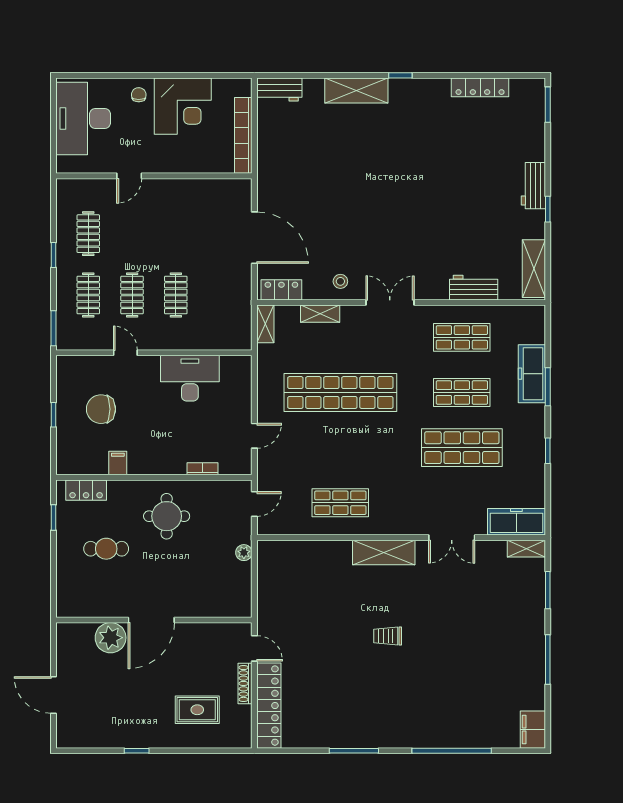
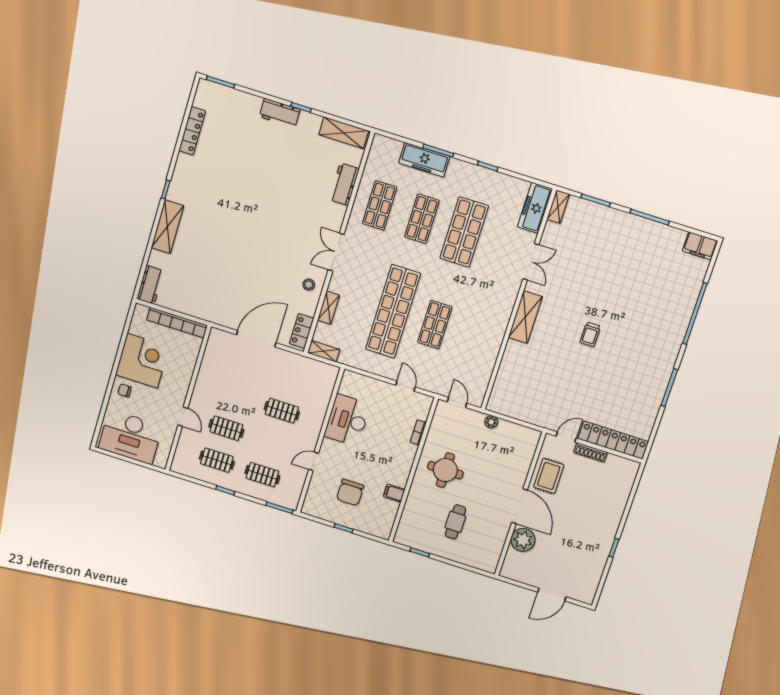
clothes rail: (132, 295) -> (226, 428), moved
locker: (86, 490) -> (407, 522), removed
shop shelf: (340, 503) -> (435, 325), moved
rug: (197, 710) -> (549, 476), moved

